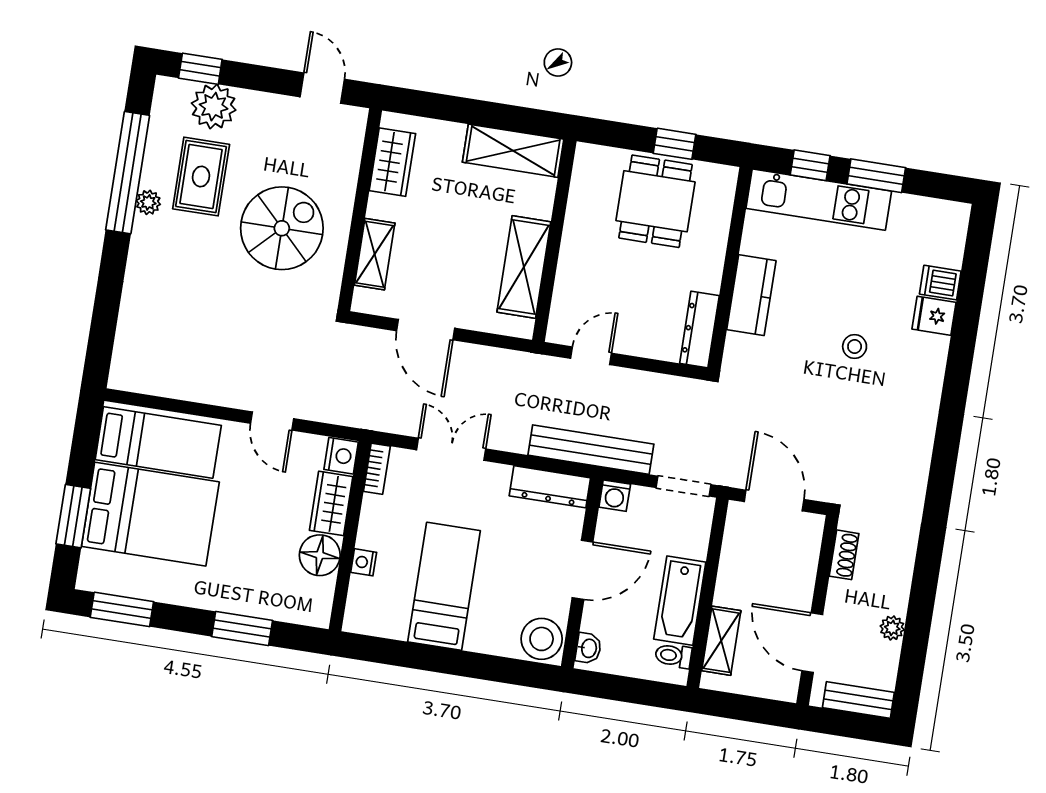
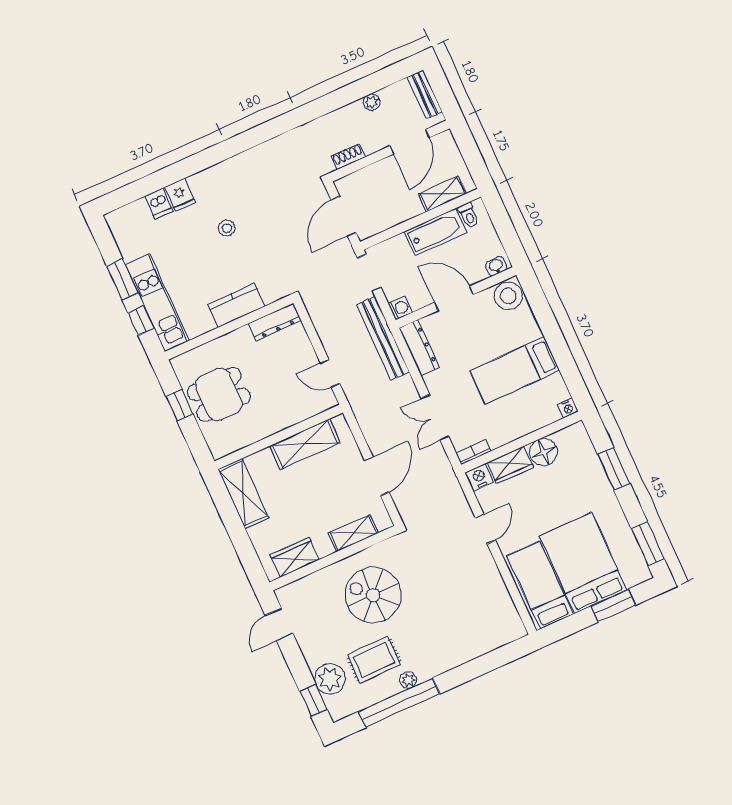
nightstand: (364, 562) -> (568, 408), moved

